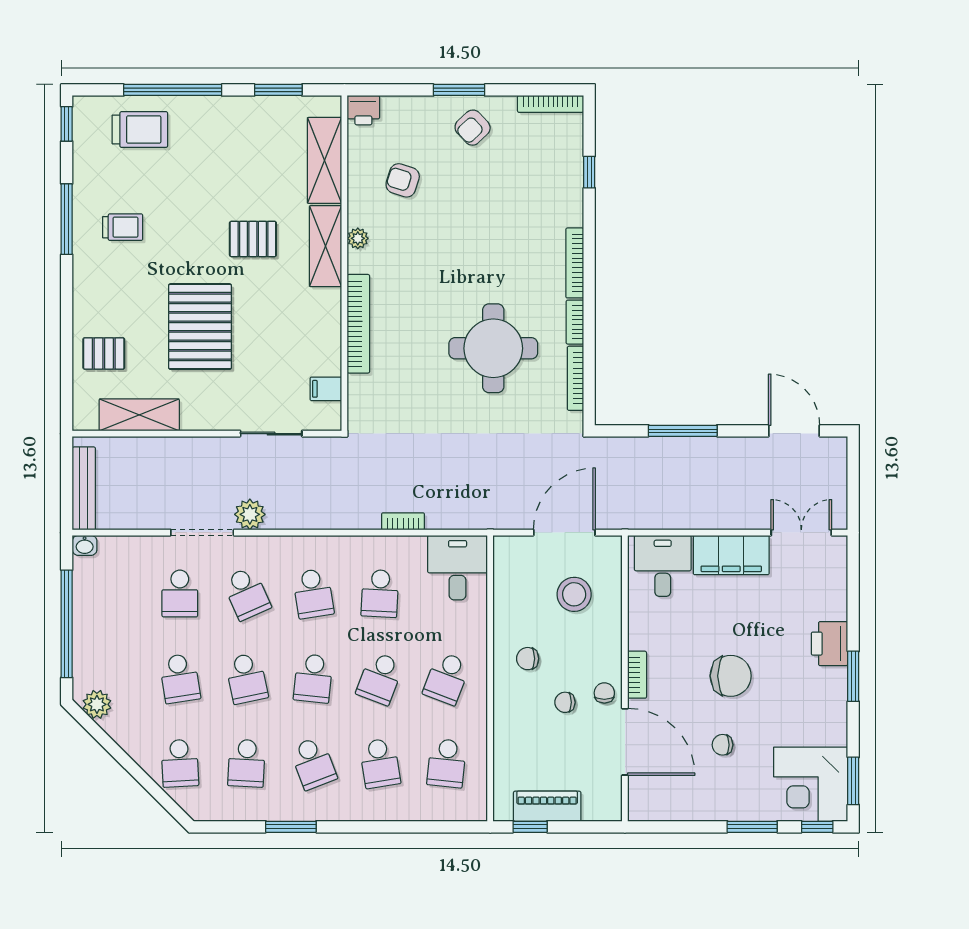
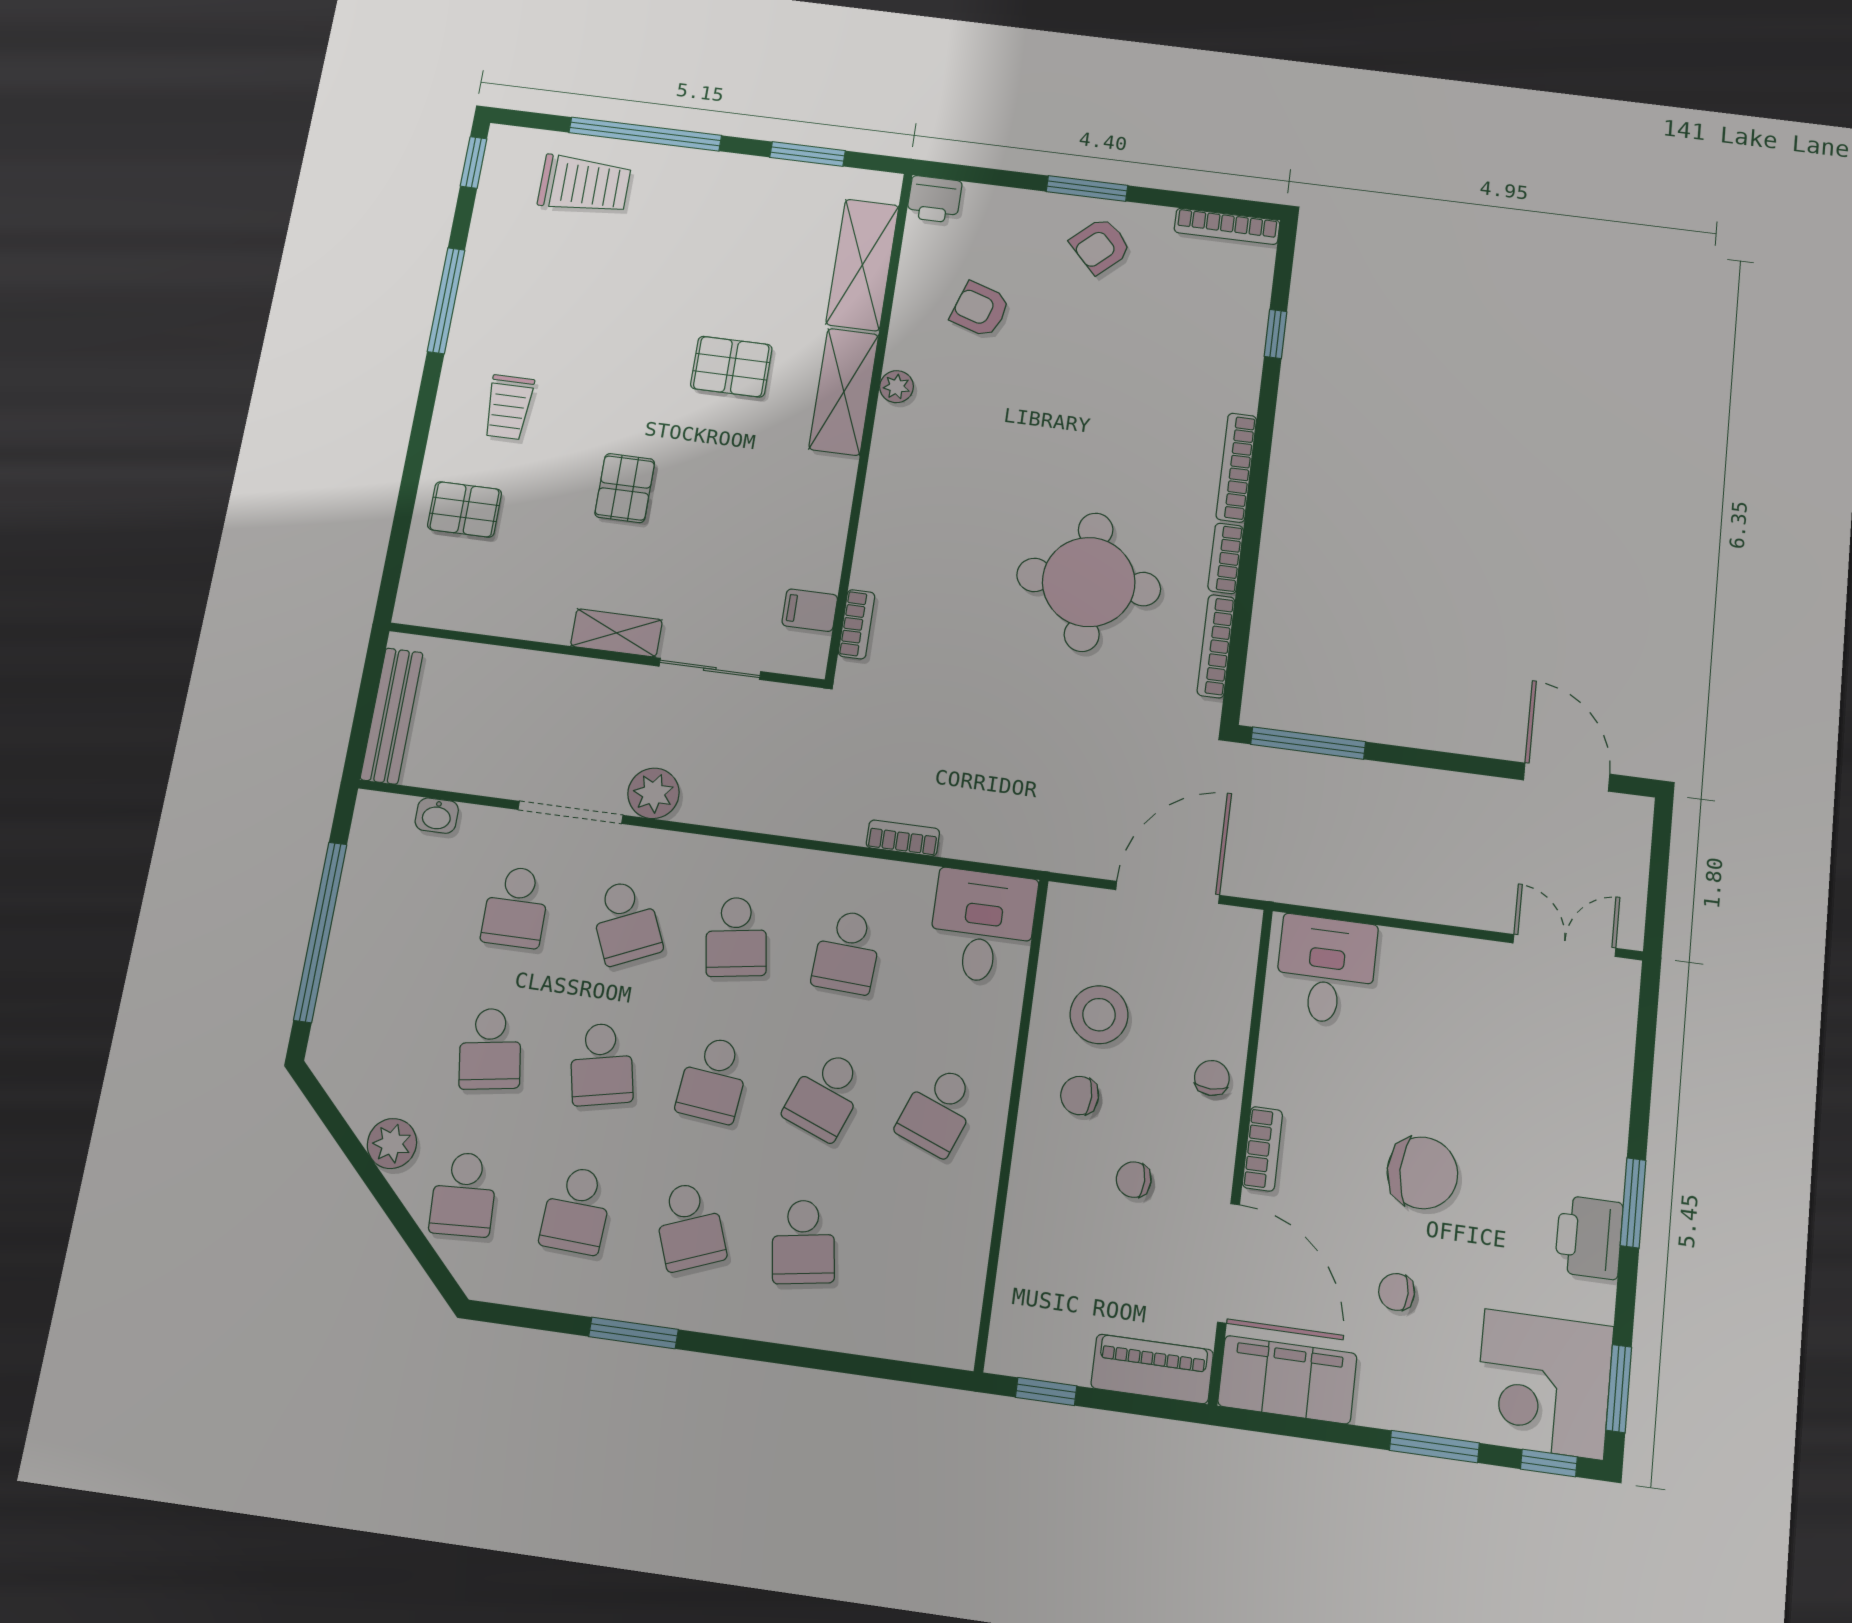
trolley: (123, 227) -> (509, 407), moved, turned 90
bookcase: (358, 324) -> (857, 624), moved, width x0.43, depth x0.76
pallet: (200, 327) -> (625, 488), width x0.49, depth x0.50
shelving: (139, 415) -> (616, 633), moved, width x0.67, depth x0.75
window: (683, 431) -> (1308, 743), moved
washbasin: (85, 545) -> (437, 816), moved
filing cabinet: (731, 555) -> (1287, 1380), moved, turned 180
stool: (574, 594) -> (1099, 1015), moved
printer: (829, 644) -> (1589, 1237), moved
chair: (604, 693) -> (1212, 1078), moved
plant: (97, 704) -> (392, 1144), moved
school desk: (447, 763) -> (917, 1258), removed
piano: (547, 806) -> (1152, 1369), moved

